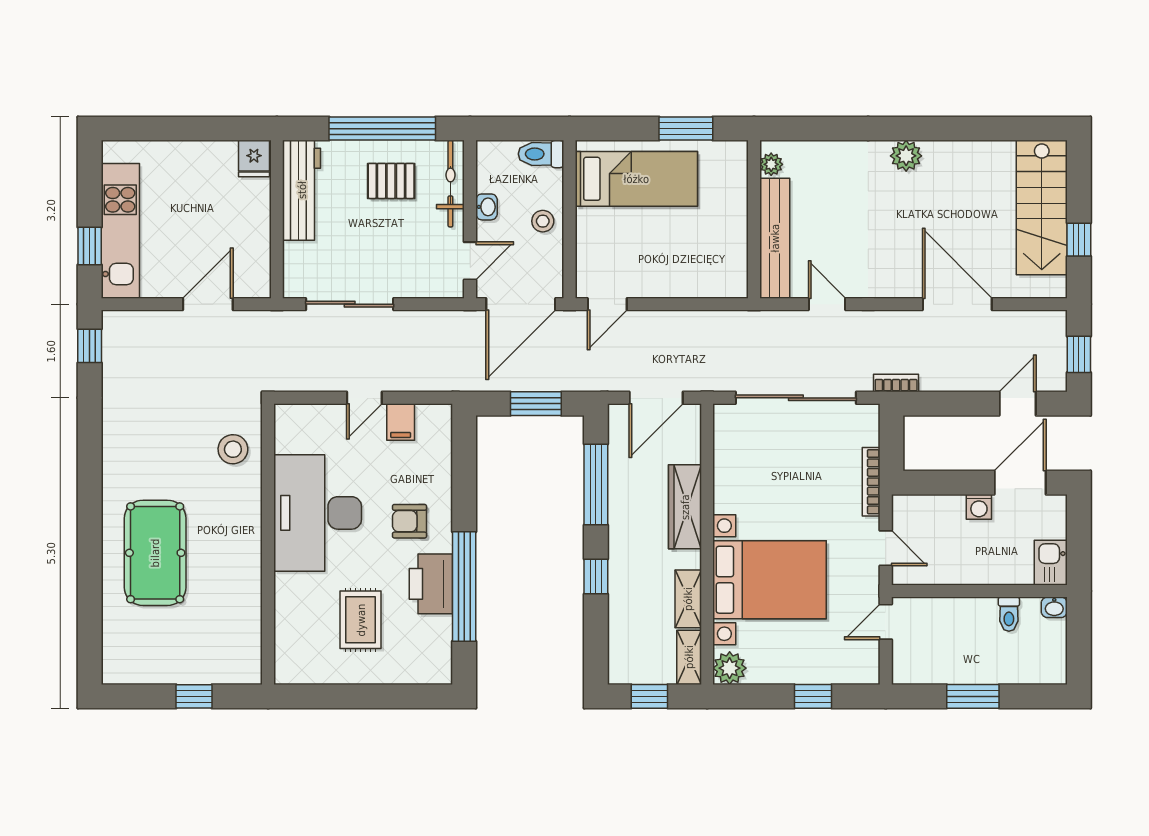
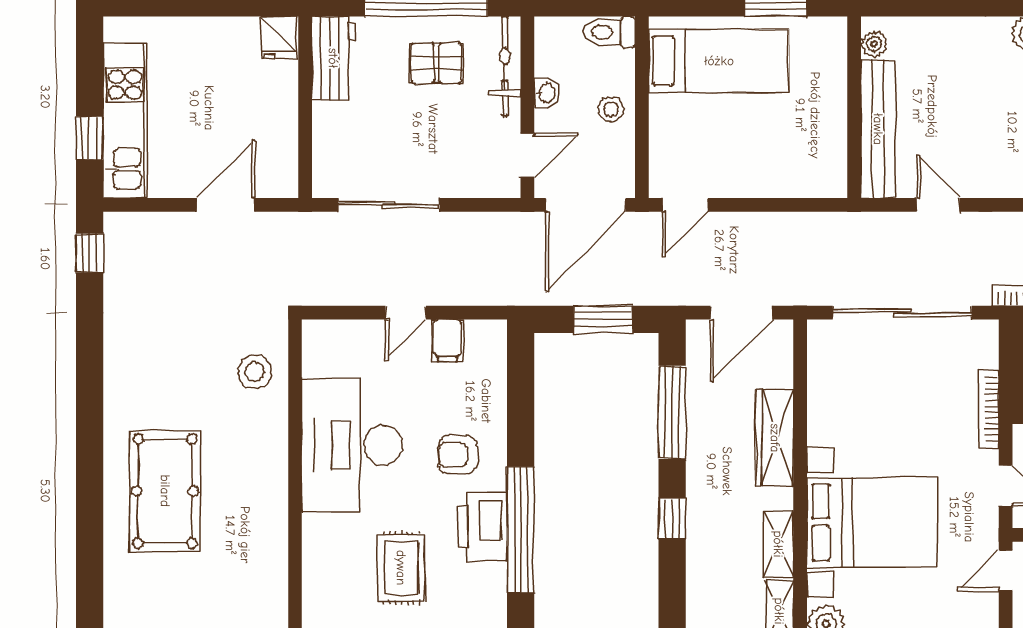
workbench: (302, 190) -> (333, 58), width x0.73

